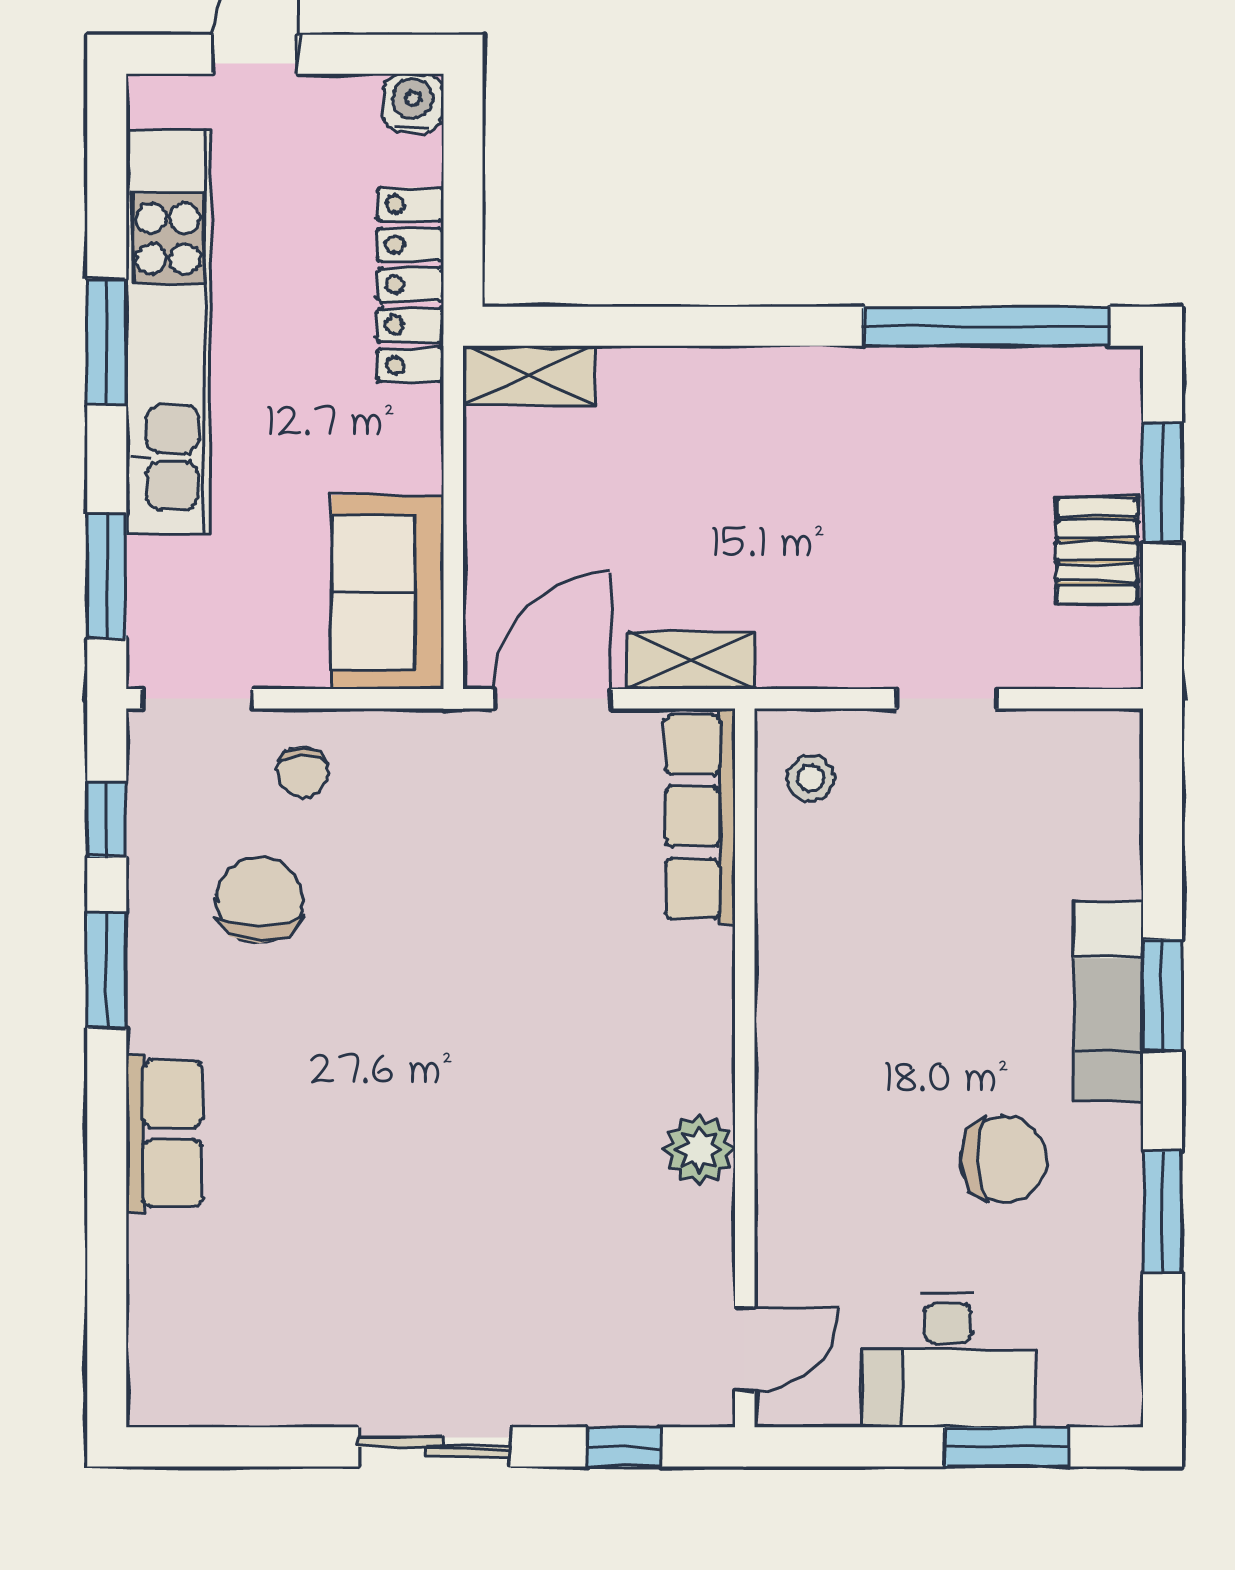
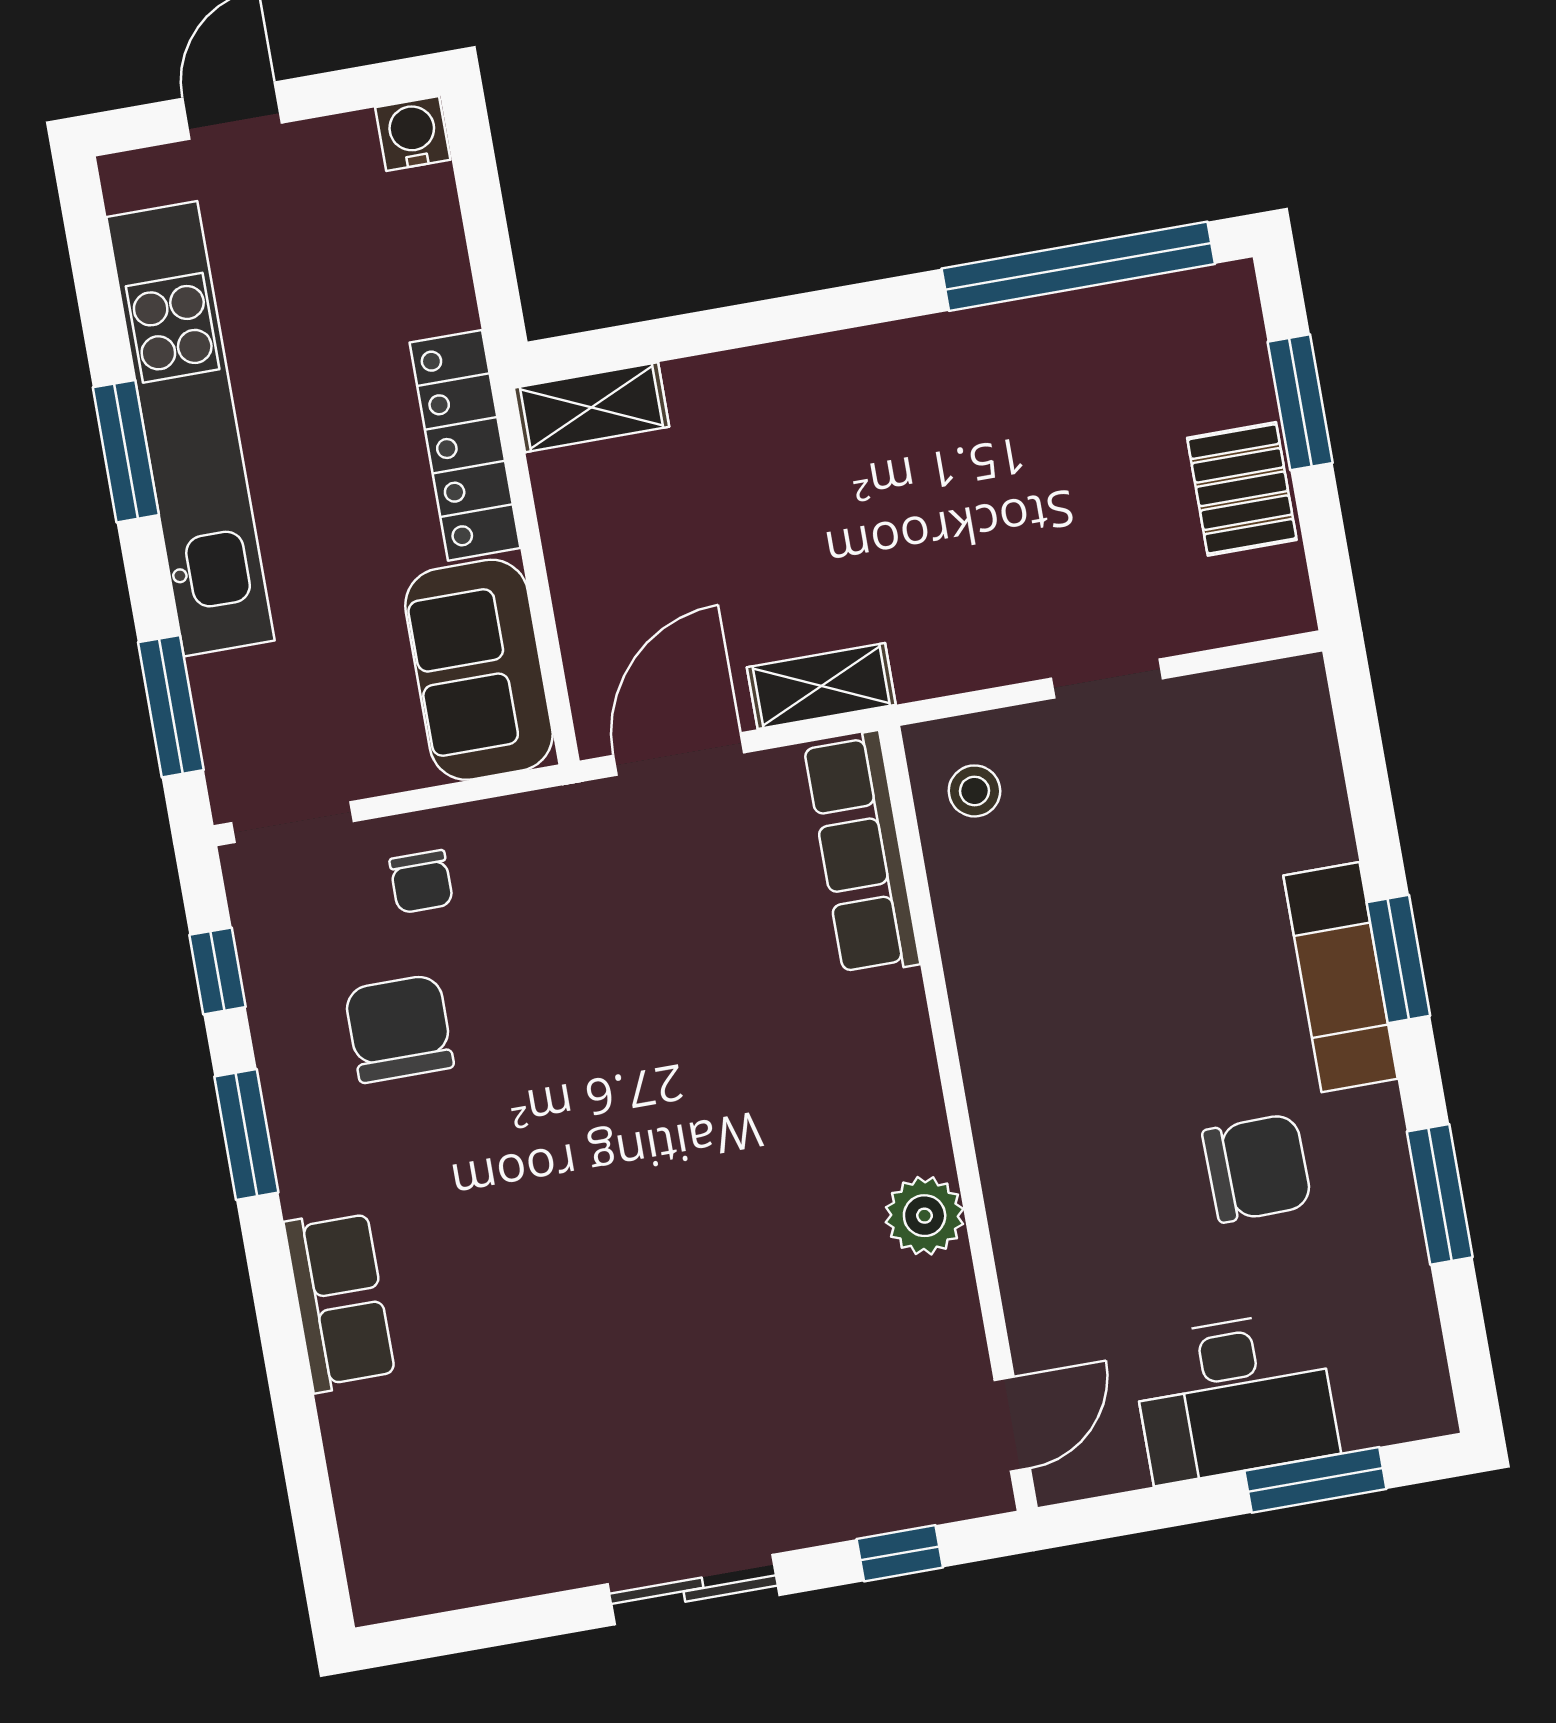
locker: (410, 285) -> (465, 445), moved

